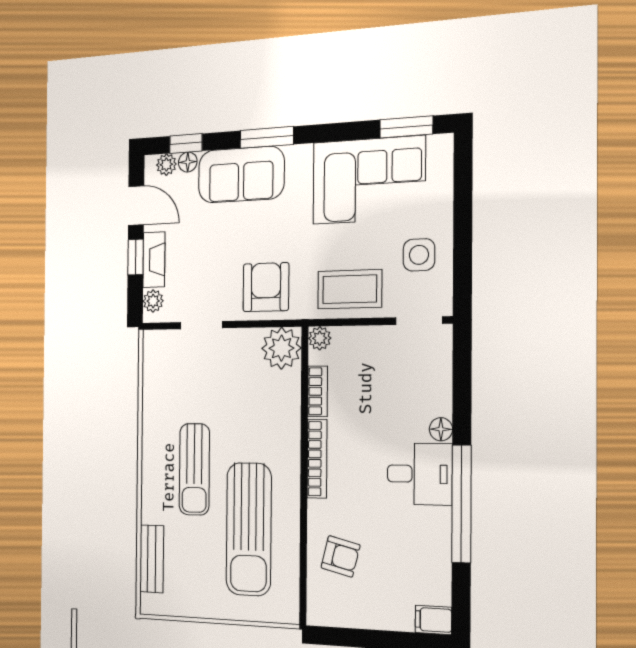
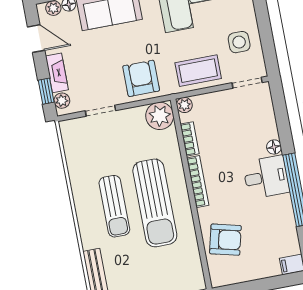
window: (136, 257) -> (46, 91), moved
sun lounger: (249, 529) -> (155, 203), moved
armchair: (341, 556) -> (225, 240), width x1.38, depth x1.38

